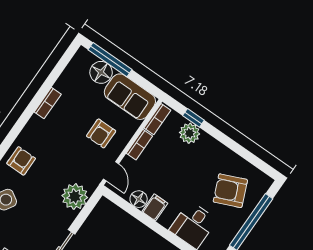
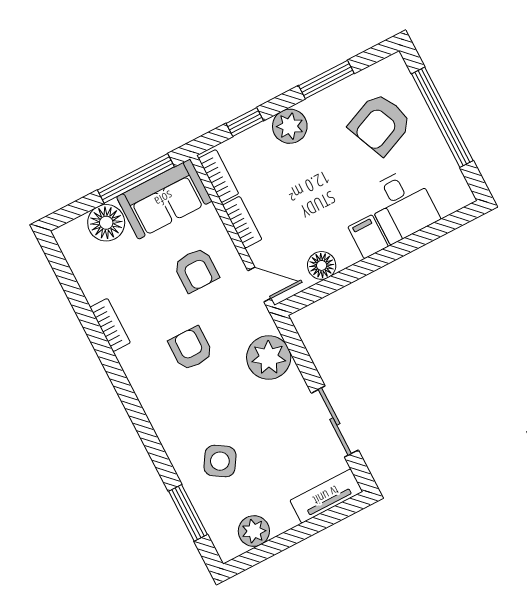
window: (110, 60) -> (136, 178), moved
plant: (190, 133) -> (290, 126), moved
window: (239, 150) -> (326, 80), added
armchair: (21, 161) -> (191, 349), moved
filing cabinet: (155, 207) -> (368, 237), moved

